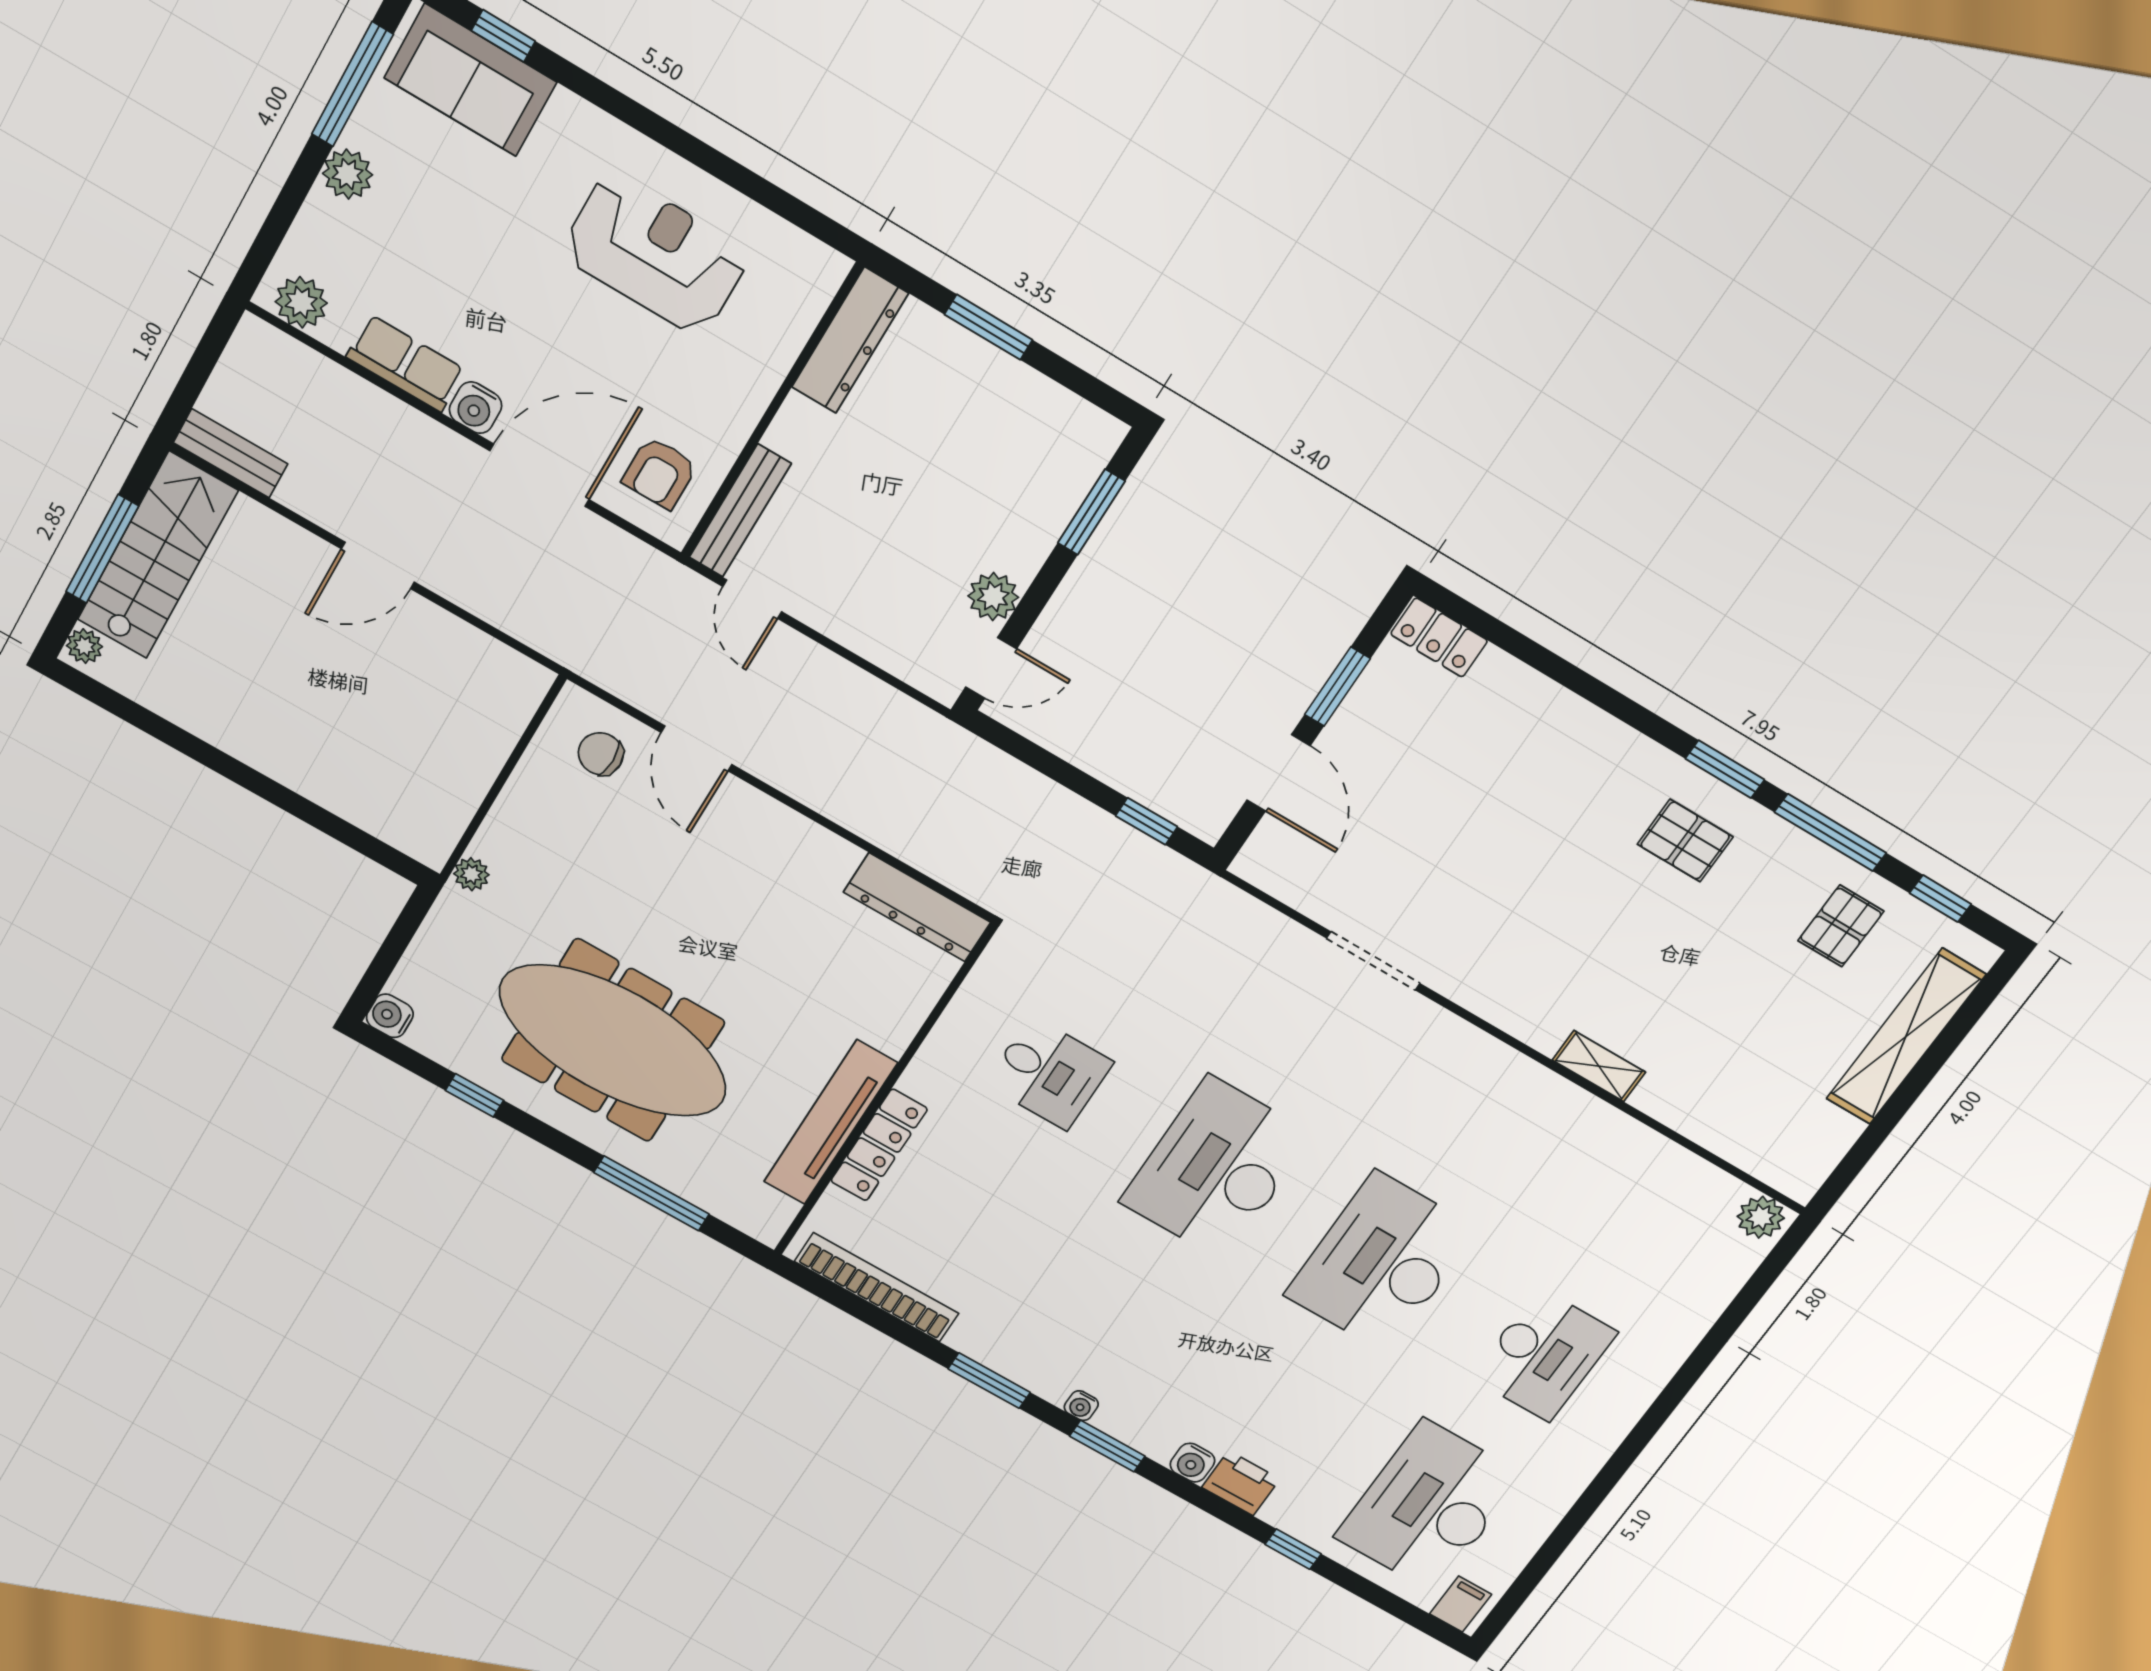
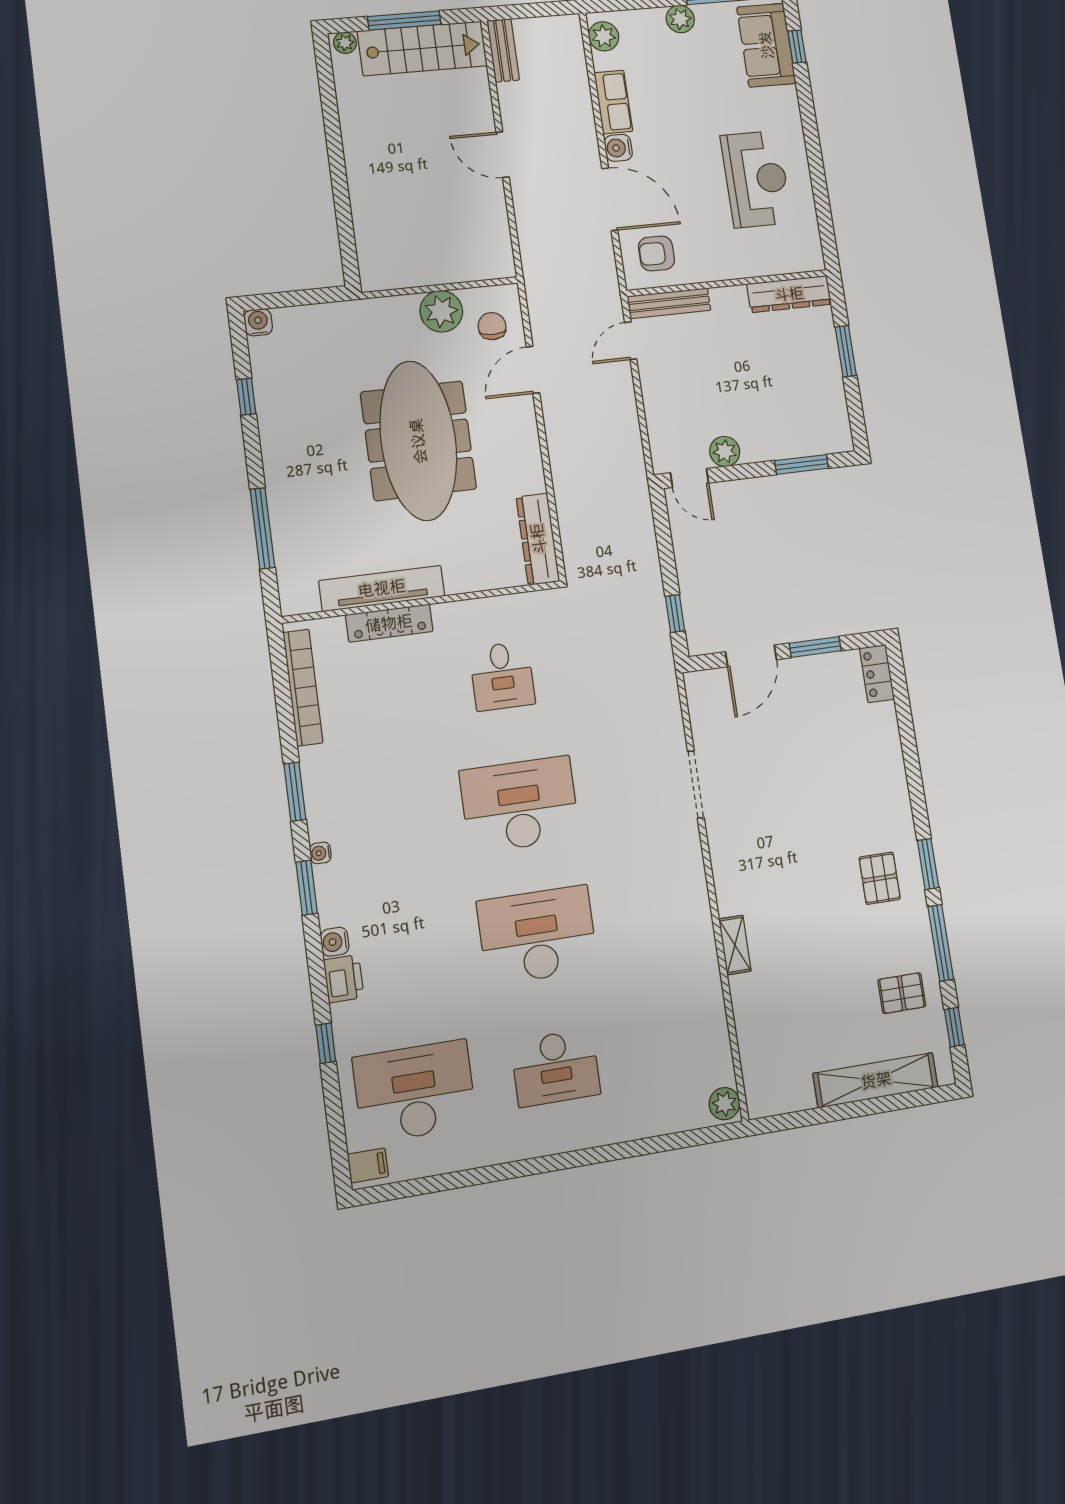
plant: (471, 874) -> (441, 311), moved, width x1.88, depth x1.88
meeting table: (613, 1041) -> (418, 441), moved

